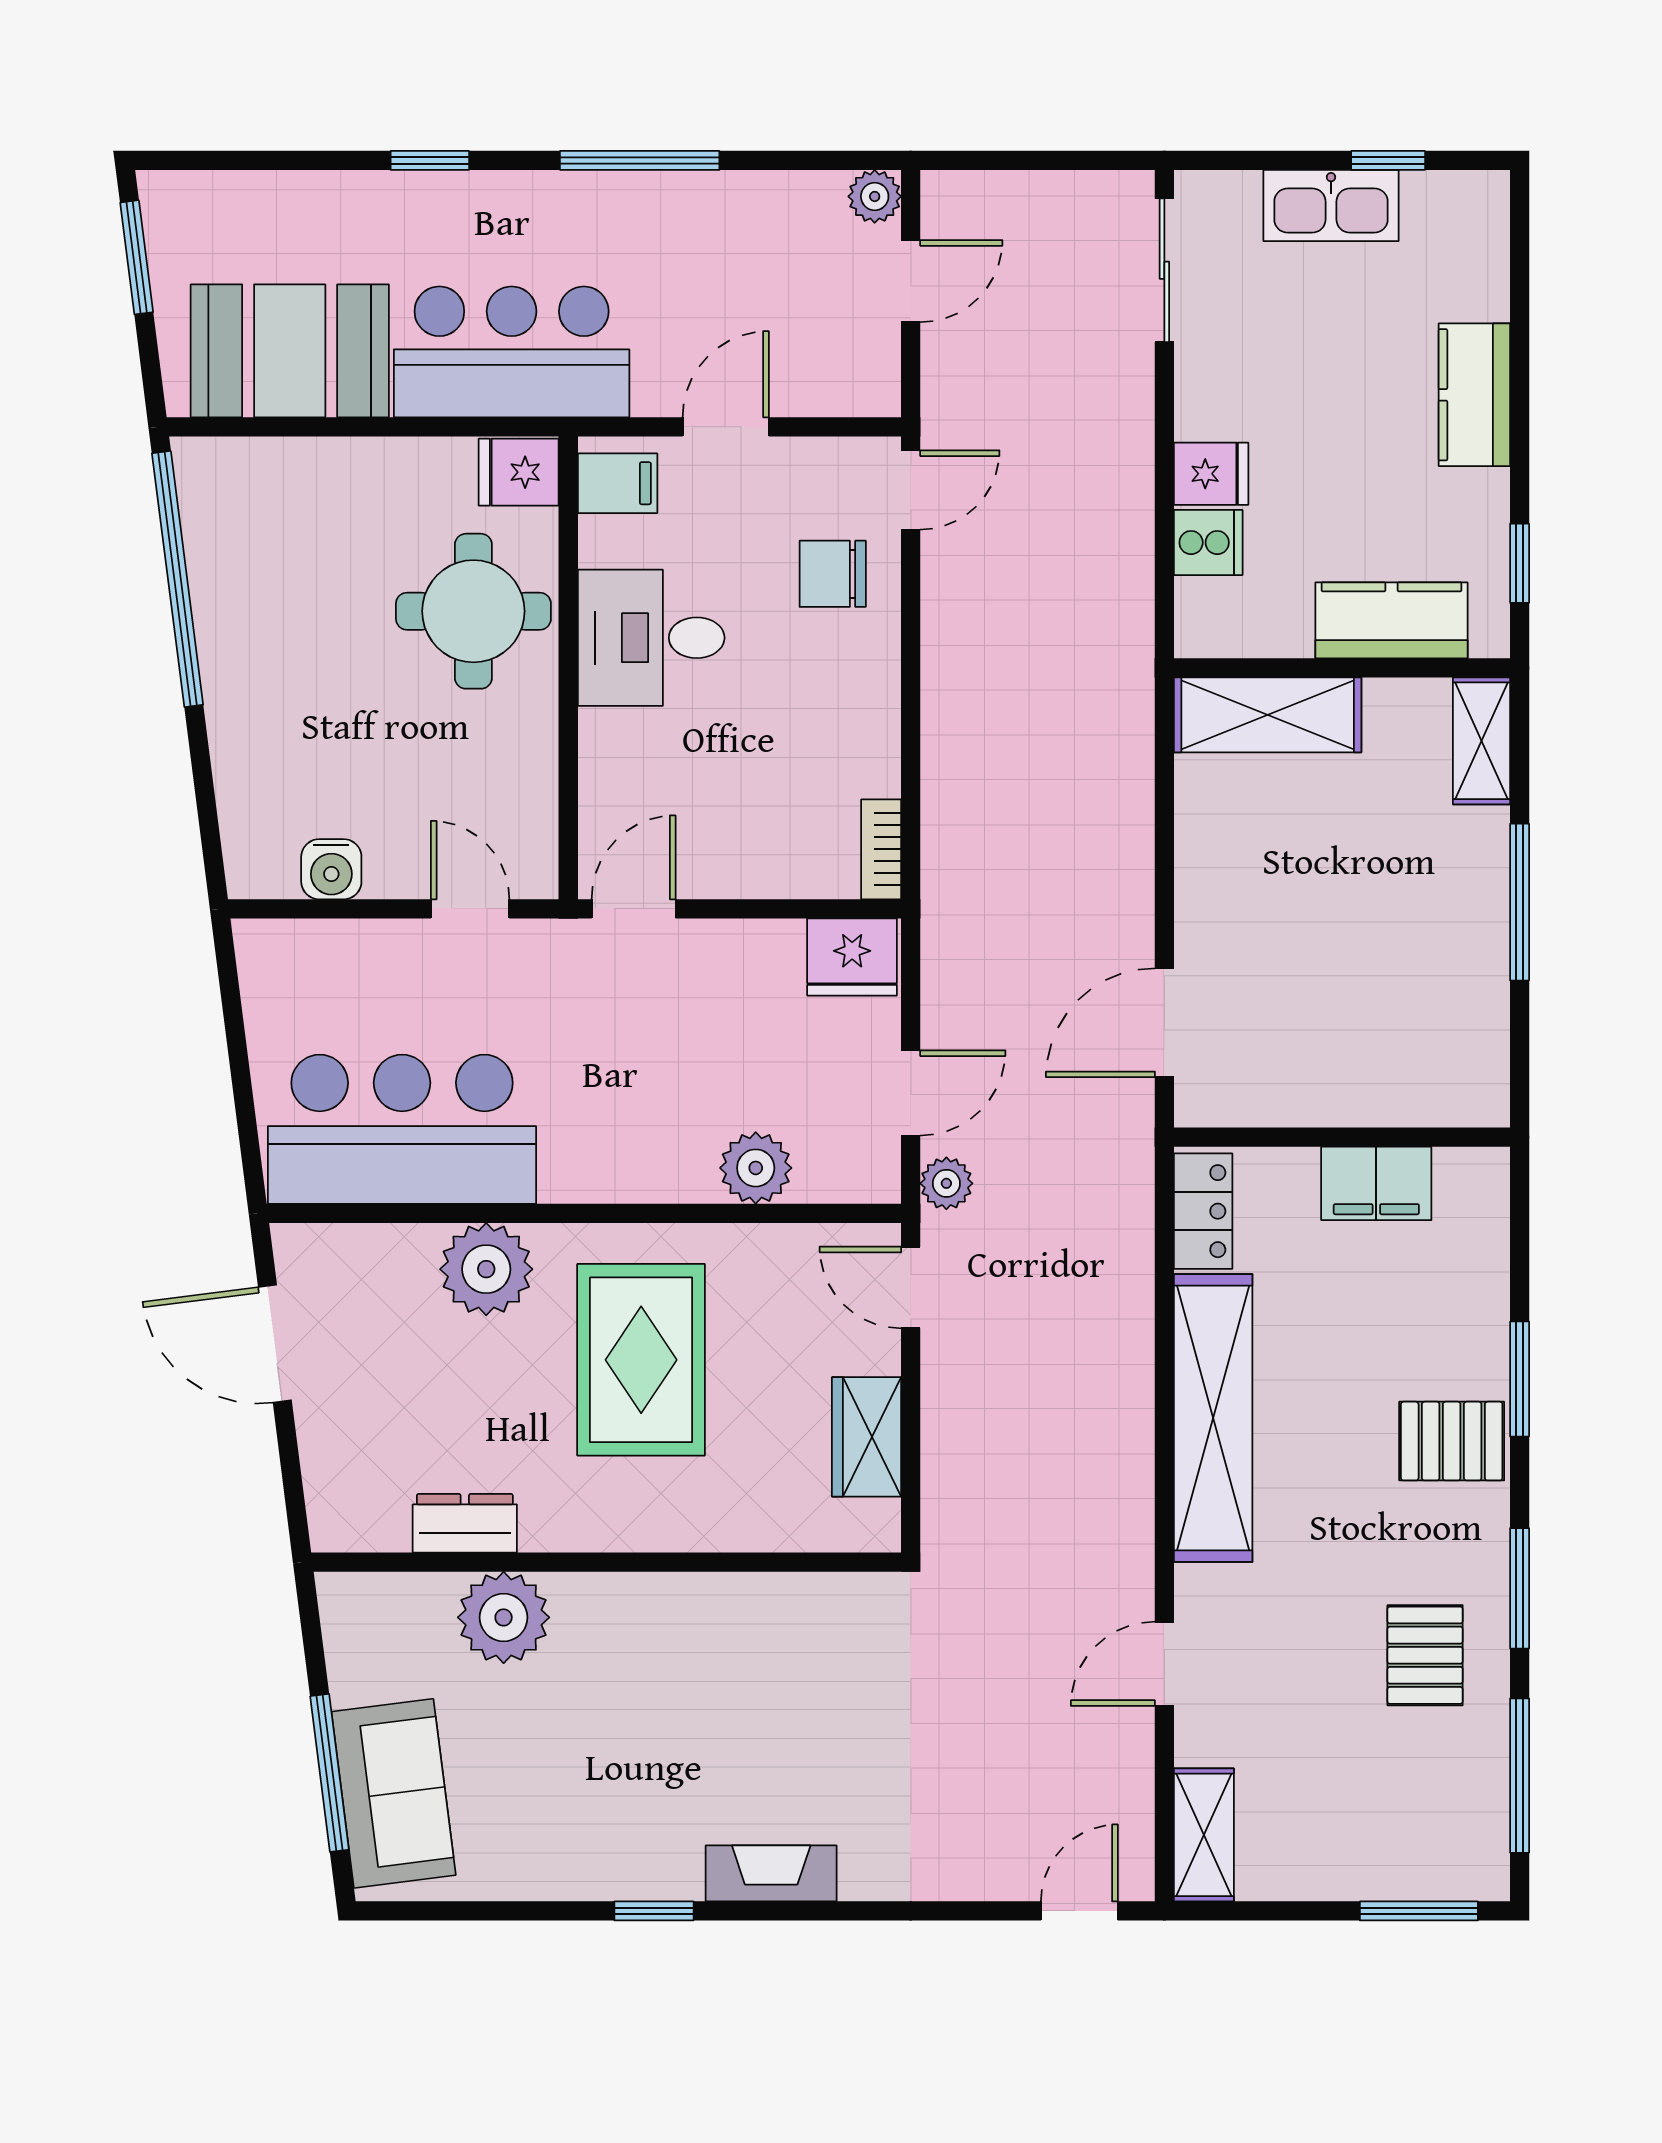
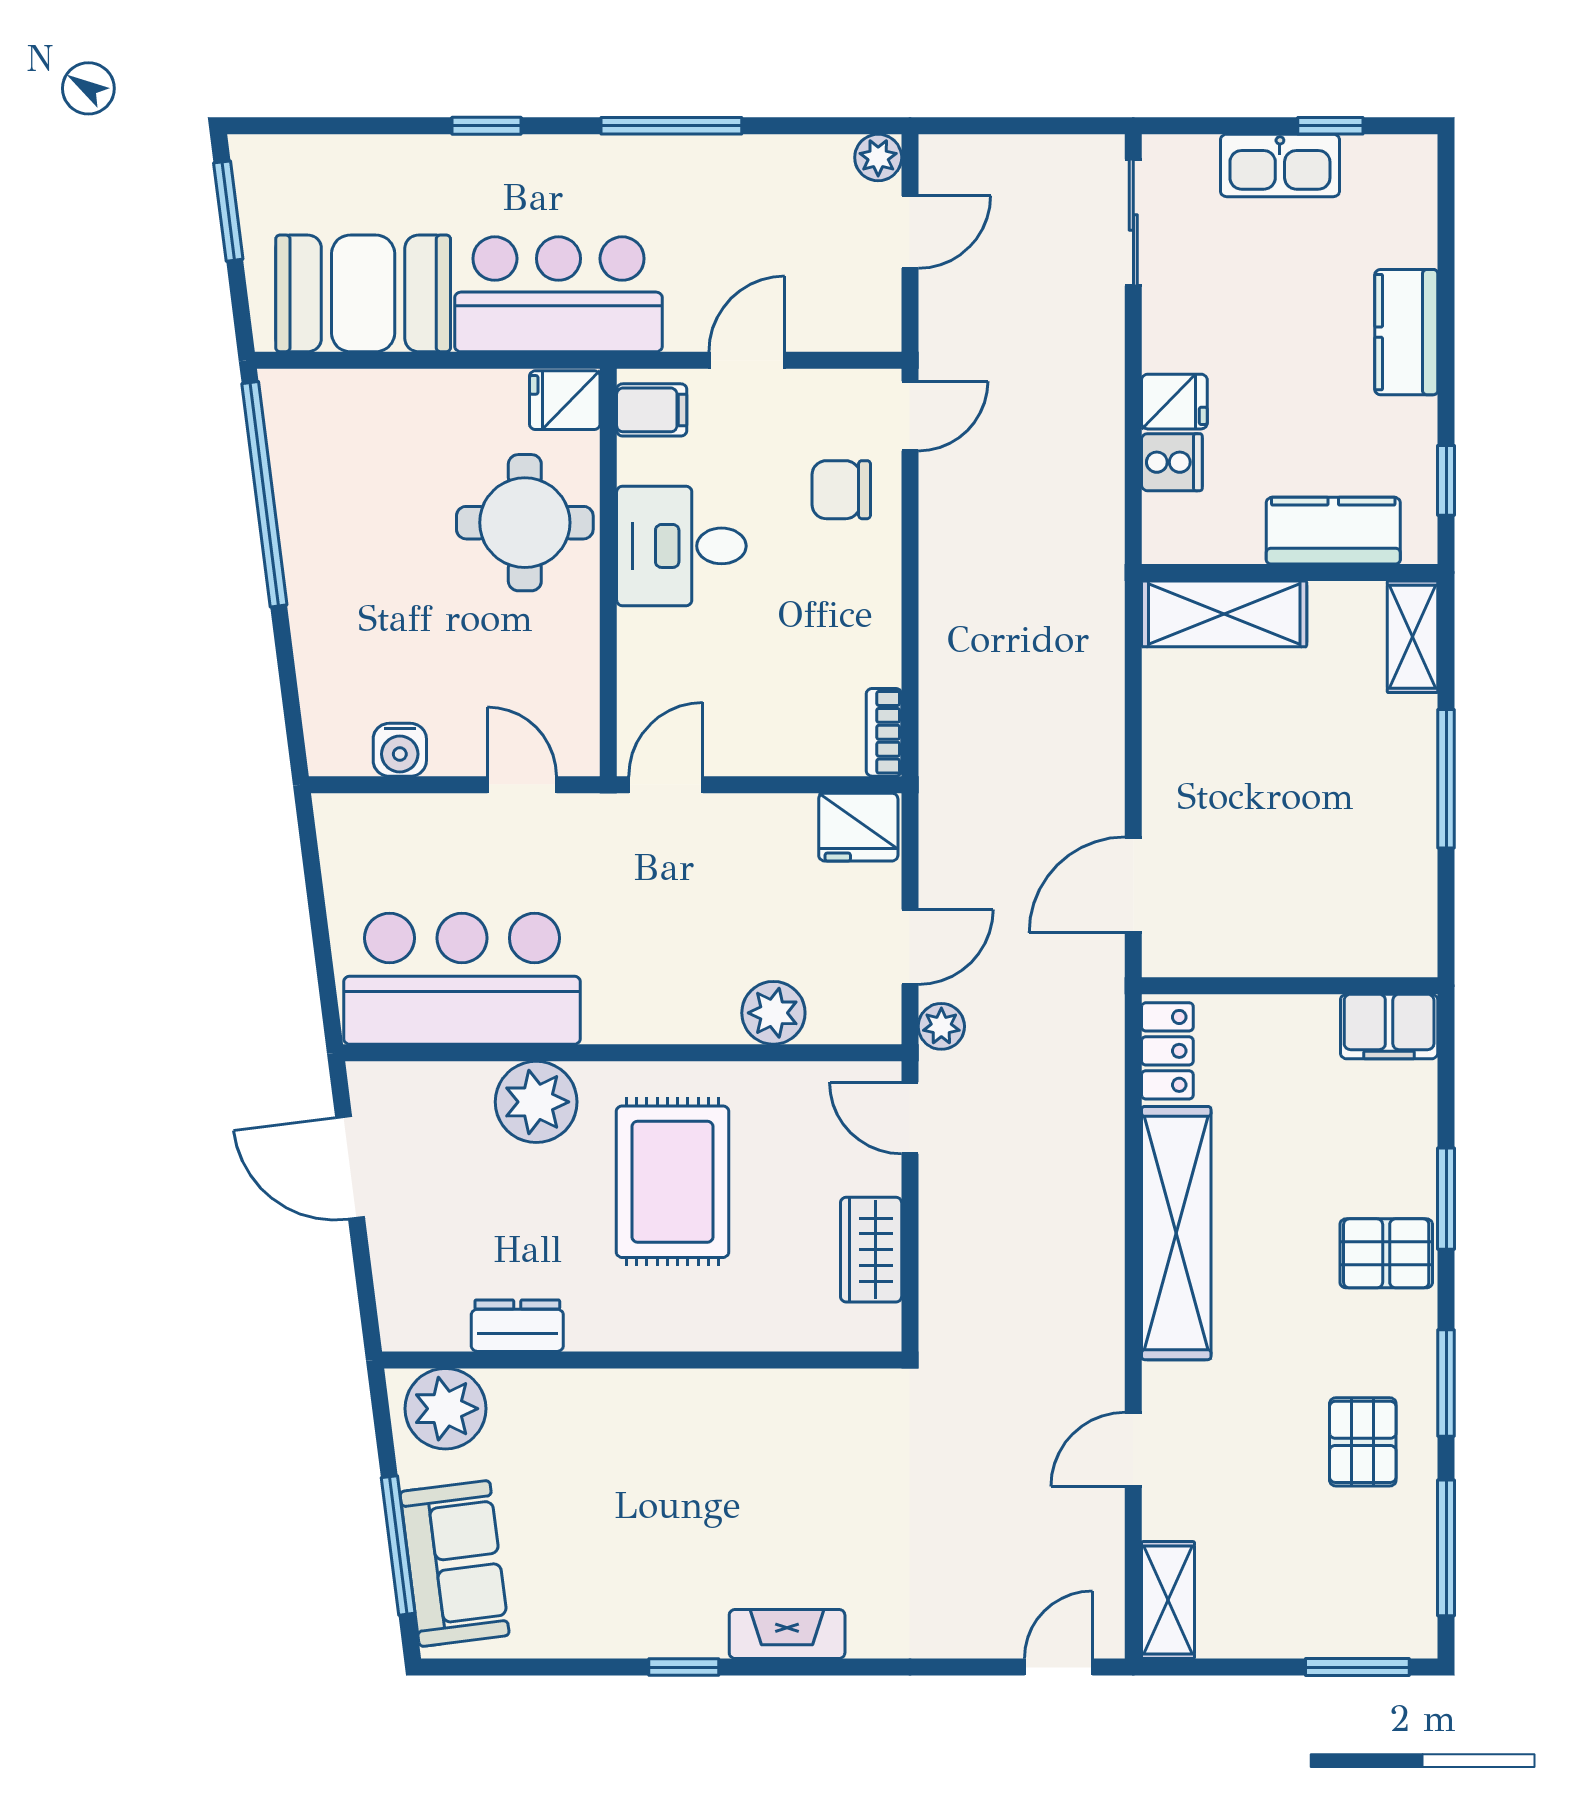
filing cabinet: (1376, 1183) -> (1389, 1026), moved
plant: (504, 1617) -> (445, 1409), moved

